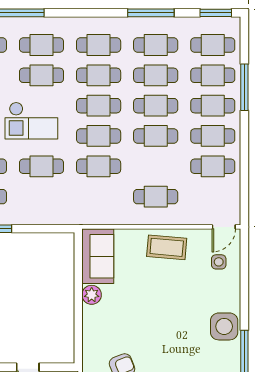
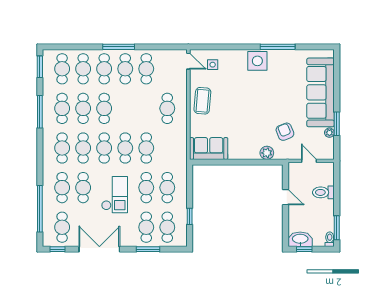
window: (244, 87) -> (119, 47), moved
cafe table: (156, 136) -> (167, 188), moved
plant: (92, 295) -> (267, 153), moved

